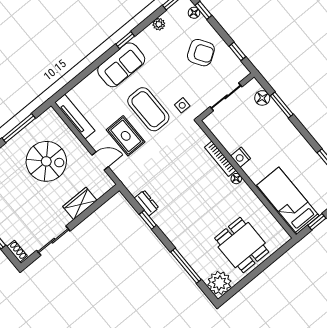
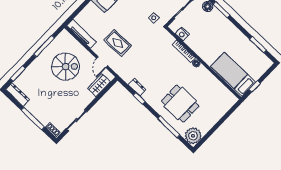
coffee table: (148, 109) -> (131, 23), removed
nightstand: (241, 157) -> (182, 34), moved
door: (100, 161) -> (102, 62), swing flipped
wardrobe: (80, 203) -> (99, 85), moved
dining table: (242, 245) -> (180, 104), moved

